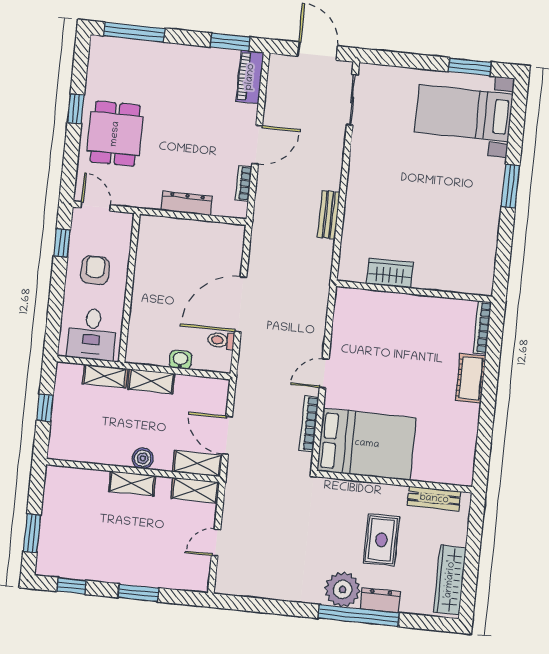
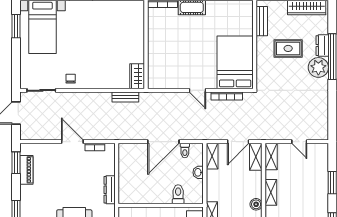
piano: (250, 77) -> (26, 170), moved, turned -90
chair: (368, 153) -> (71, 79), added
dresser: (187, 203) -> (110, 190), moved
bench: (329, 215) -> (125, 97), moved
wardrobe: (390, 273) -> (137, 76), moved
door: (241, 304) -> (163, 142), hinge flipped
toilet: (146, 321) -> (178, 194), added
shelving: (151, 381) -> (212, 156), moved
boiler: (143, 458) -> (256, 204), moved

